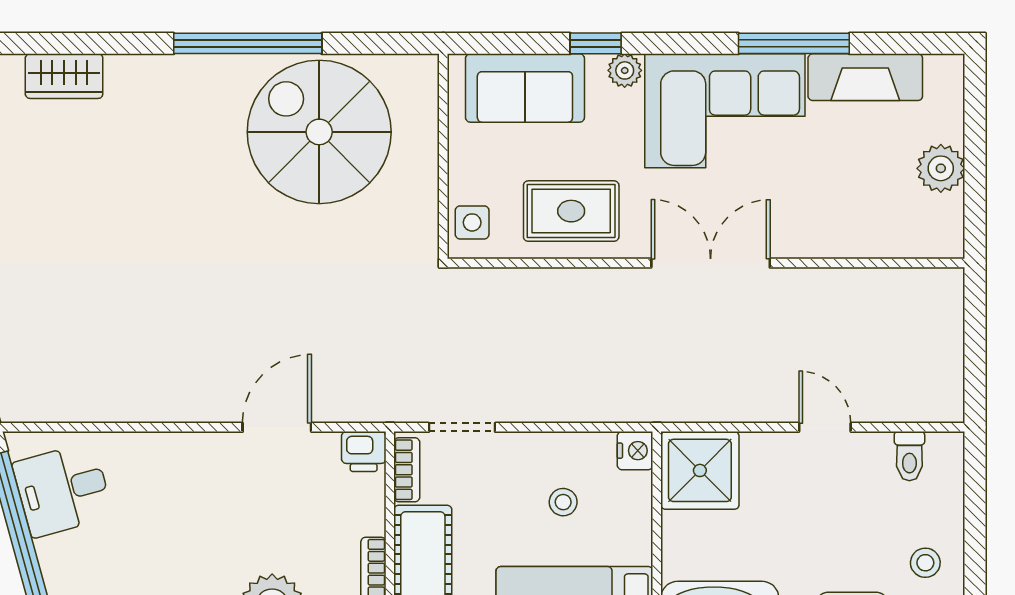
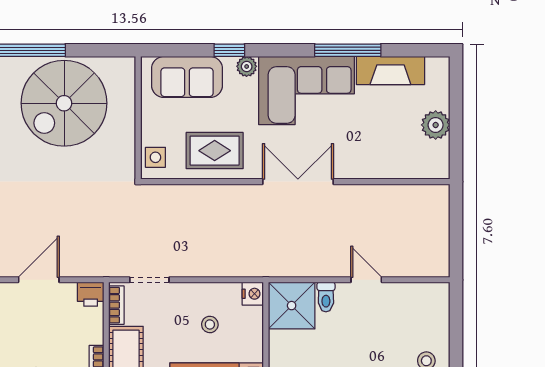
spiral stairs: (319, 132) -> (64, 103), turned -90
toilet: (909, 456) -> (326, 297), moved

